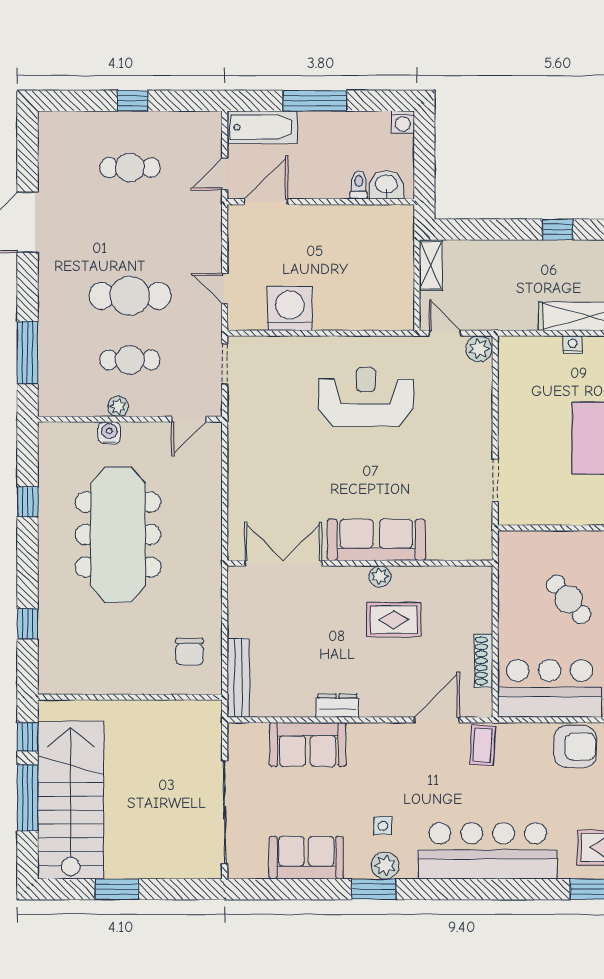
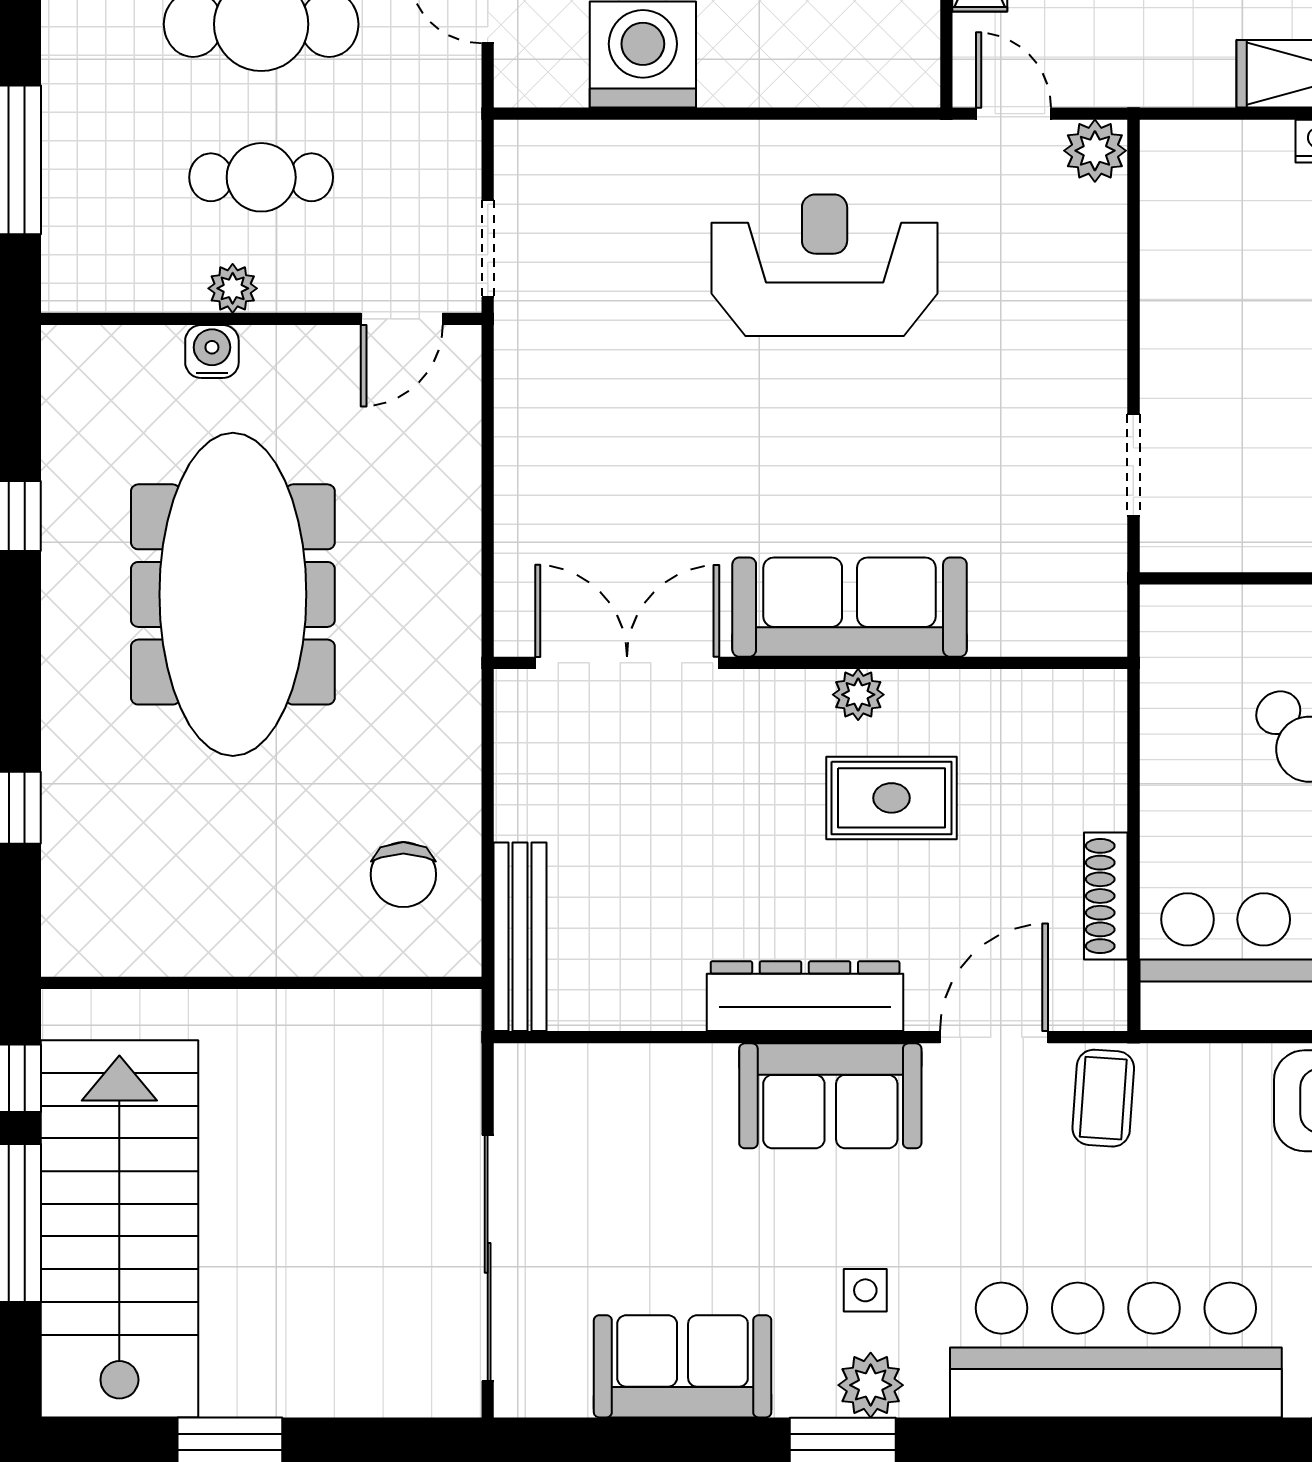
doorway: (225, 364) -> (488, 249), moved
dresser: (337, 706) -> (805, 996), width x1.96, depth x1.24
sofa: (308, 744) -> (830, 1096), moved

